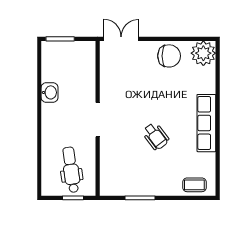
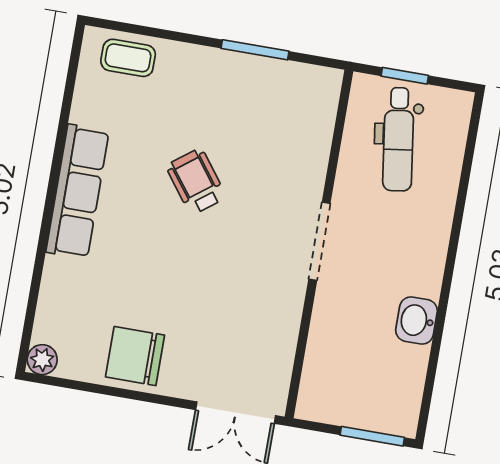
plant: (203, 53) -> (42, 360), width x0.53, depth x0.53

